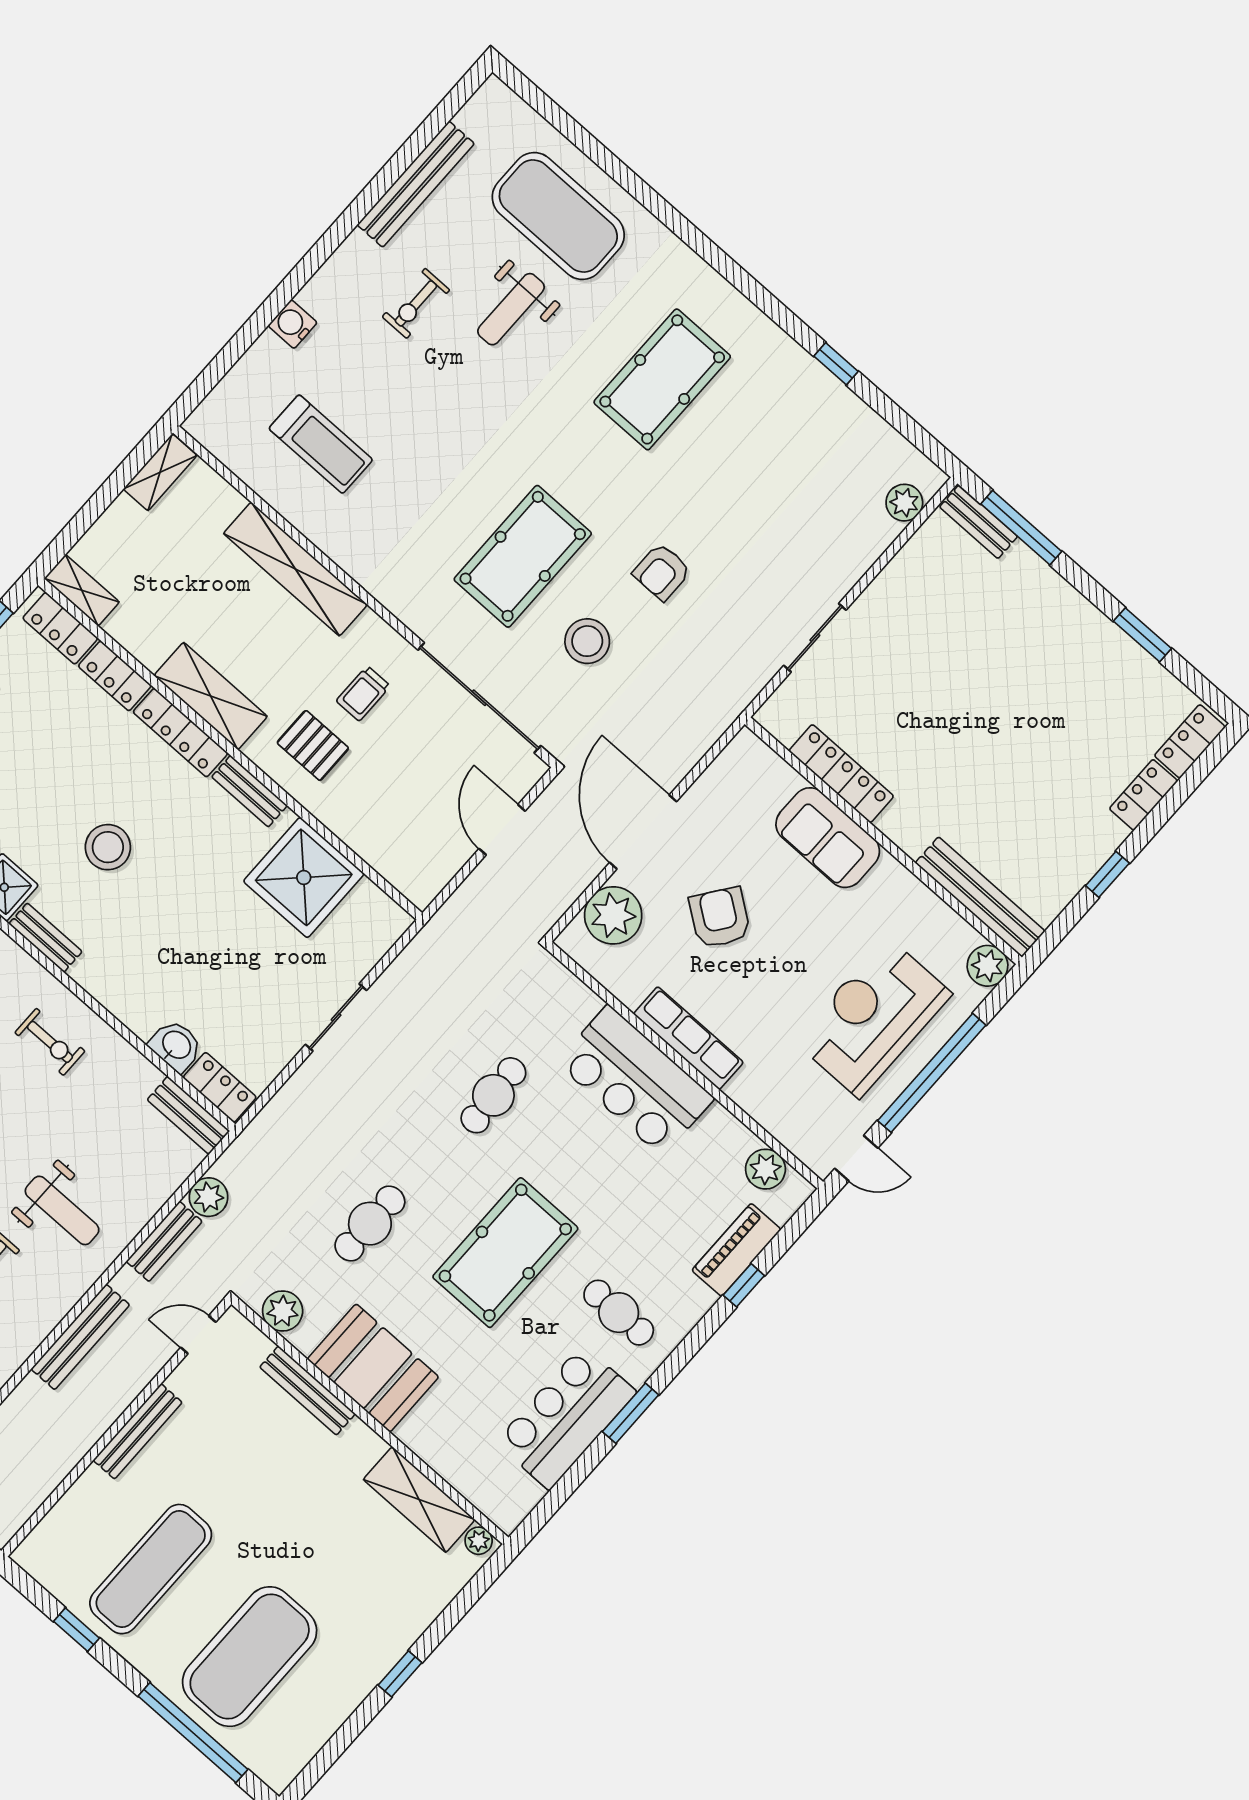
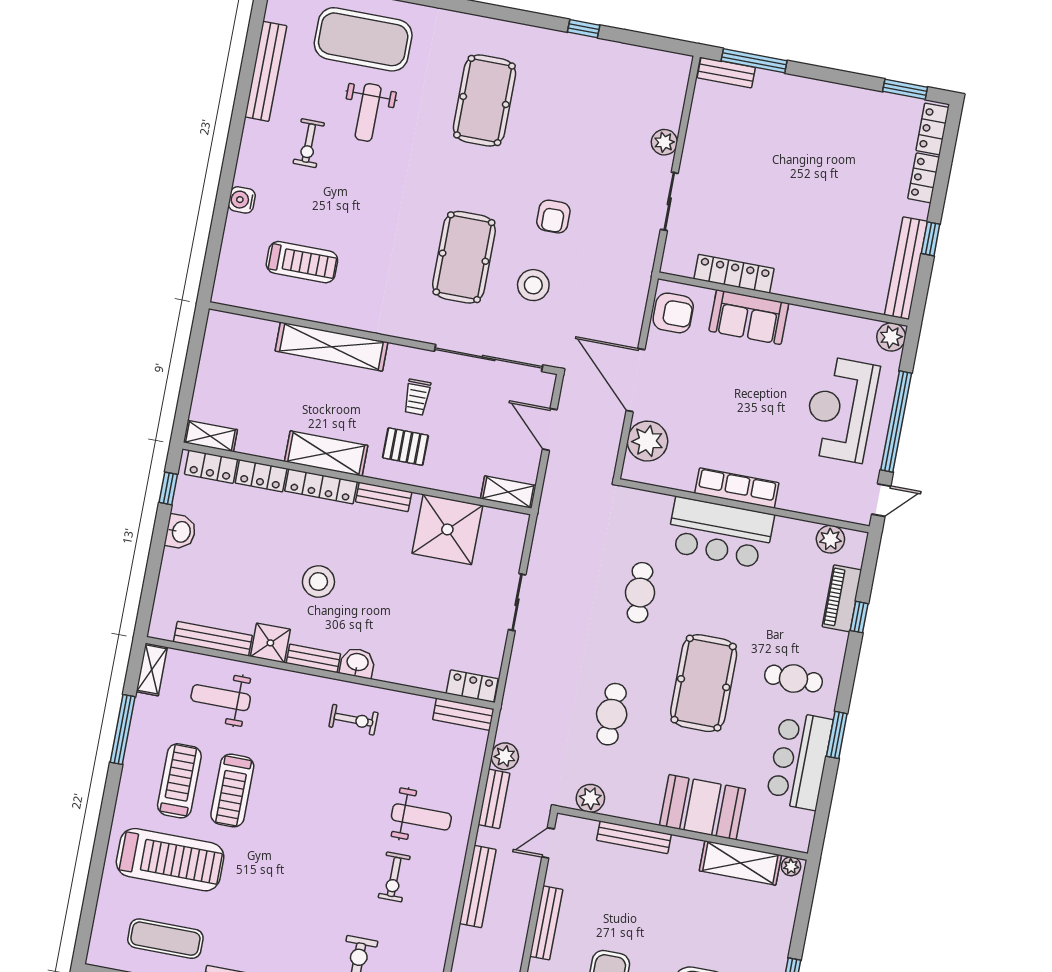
shelving: (160, 472) -> (508, 492), moved, turned 90
plant: (904, 503) -> (664, 142), moved
window: (1142, 635) -> (905, 89), moved
bench: (980, 897) -> (906, 268), moved, turned 90
armchair: (720, 918) -> (673, 313), moved, turned 144
washbasin: (176, 1046) -> (357, 663), moved
booth: (373, 1368) -> (703, 807), moved

